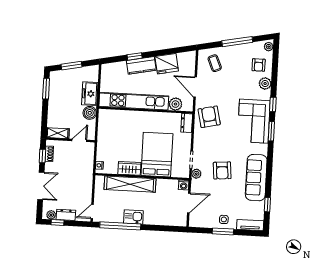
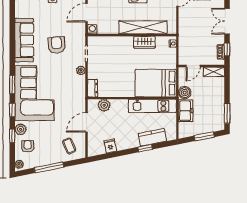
fridge: (167, 64) -> (110, 146), width x0.53, depth x0.75
kitchen counter: (141, 65) -> (152, 137), moved
door: (195, 87) -> (86, 122), swing flipped
kitchen unit: (134, 101) -> (152, 106), width x0.73
armchair: (209, 117) -> (72, 95), removed
corner sofa: (254, 121) -> (34, 93), width x1.36, depth x1.36
bed: (157, 155) -> (156, 83), moved, turned 90
plant: (196, 174) -> (81, 71), moved
window: (267, 205) -> (12, 136), moved

